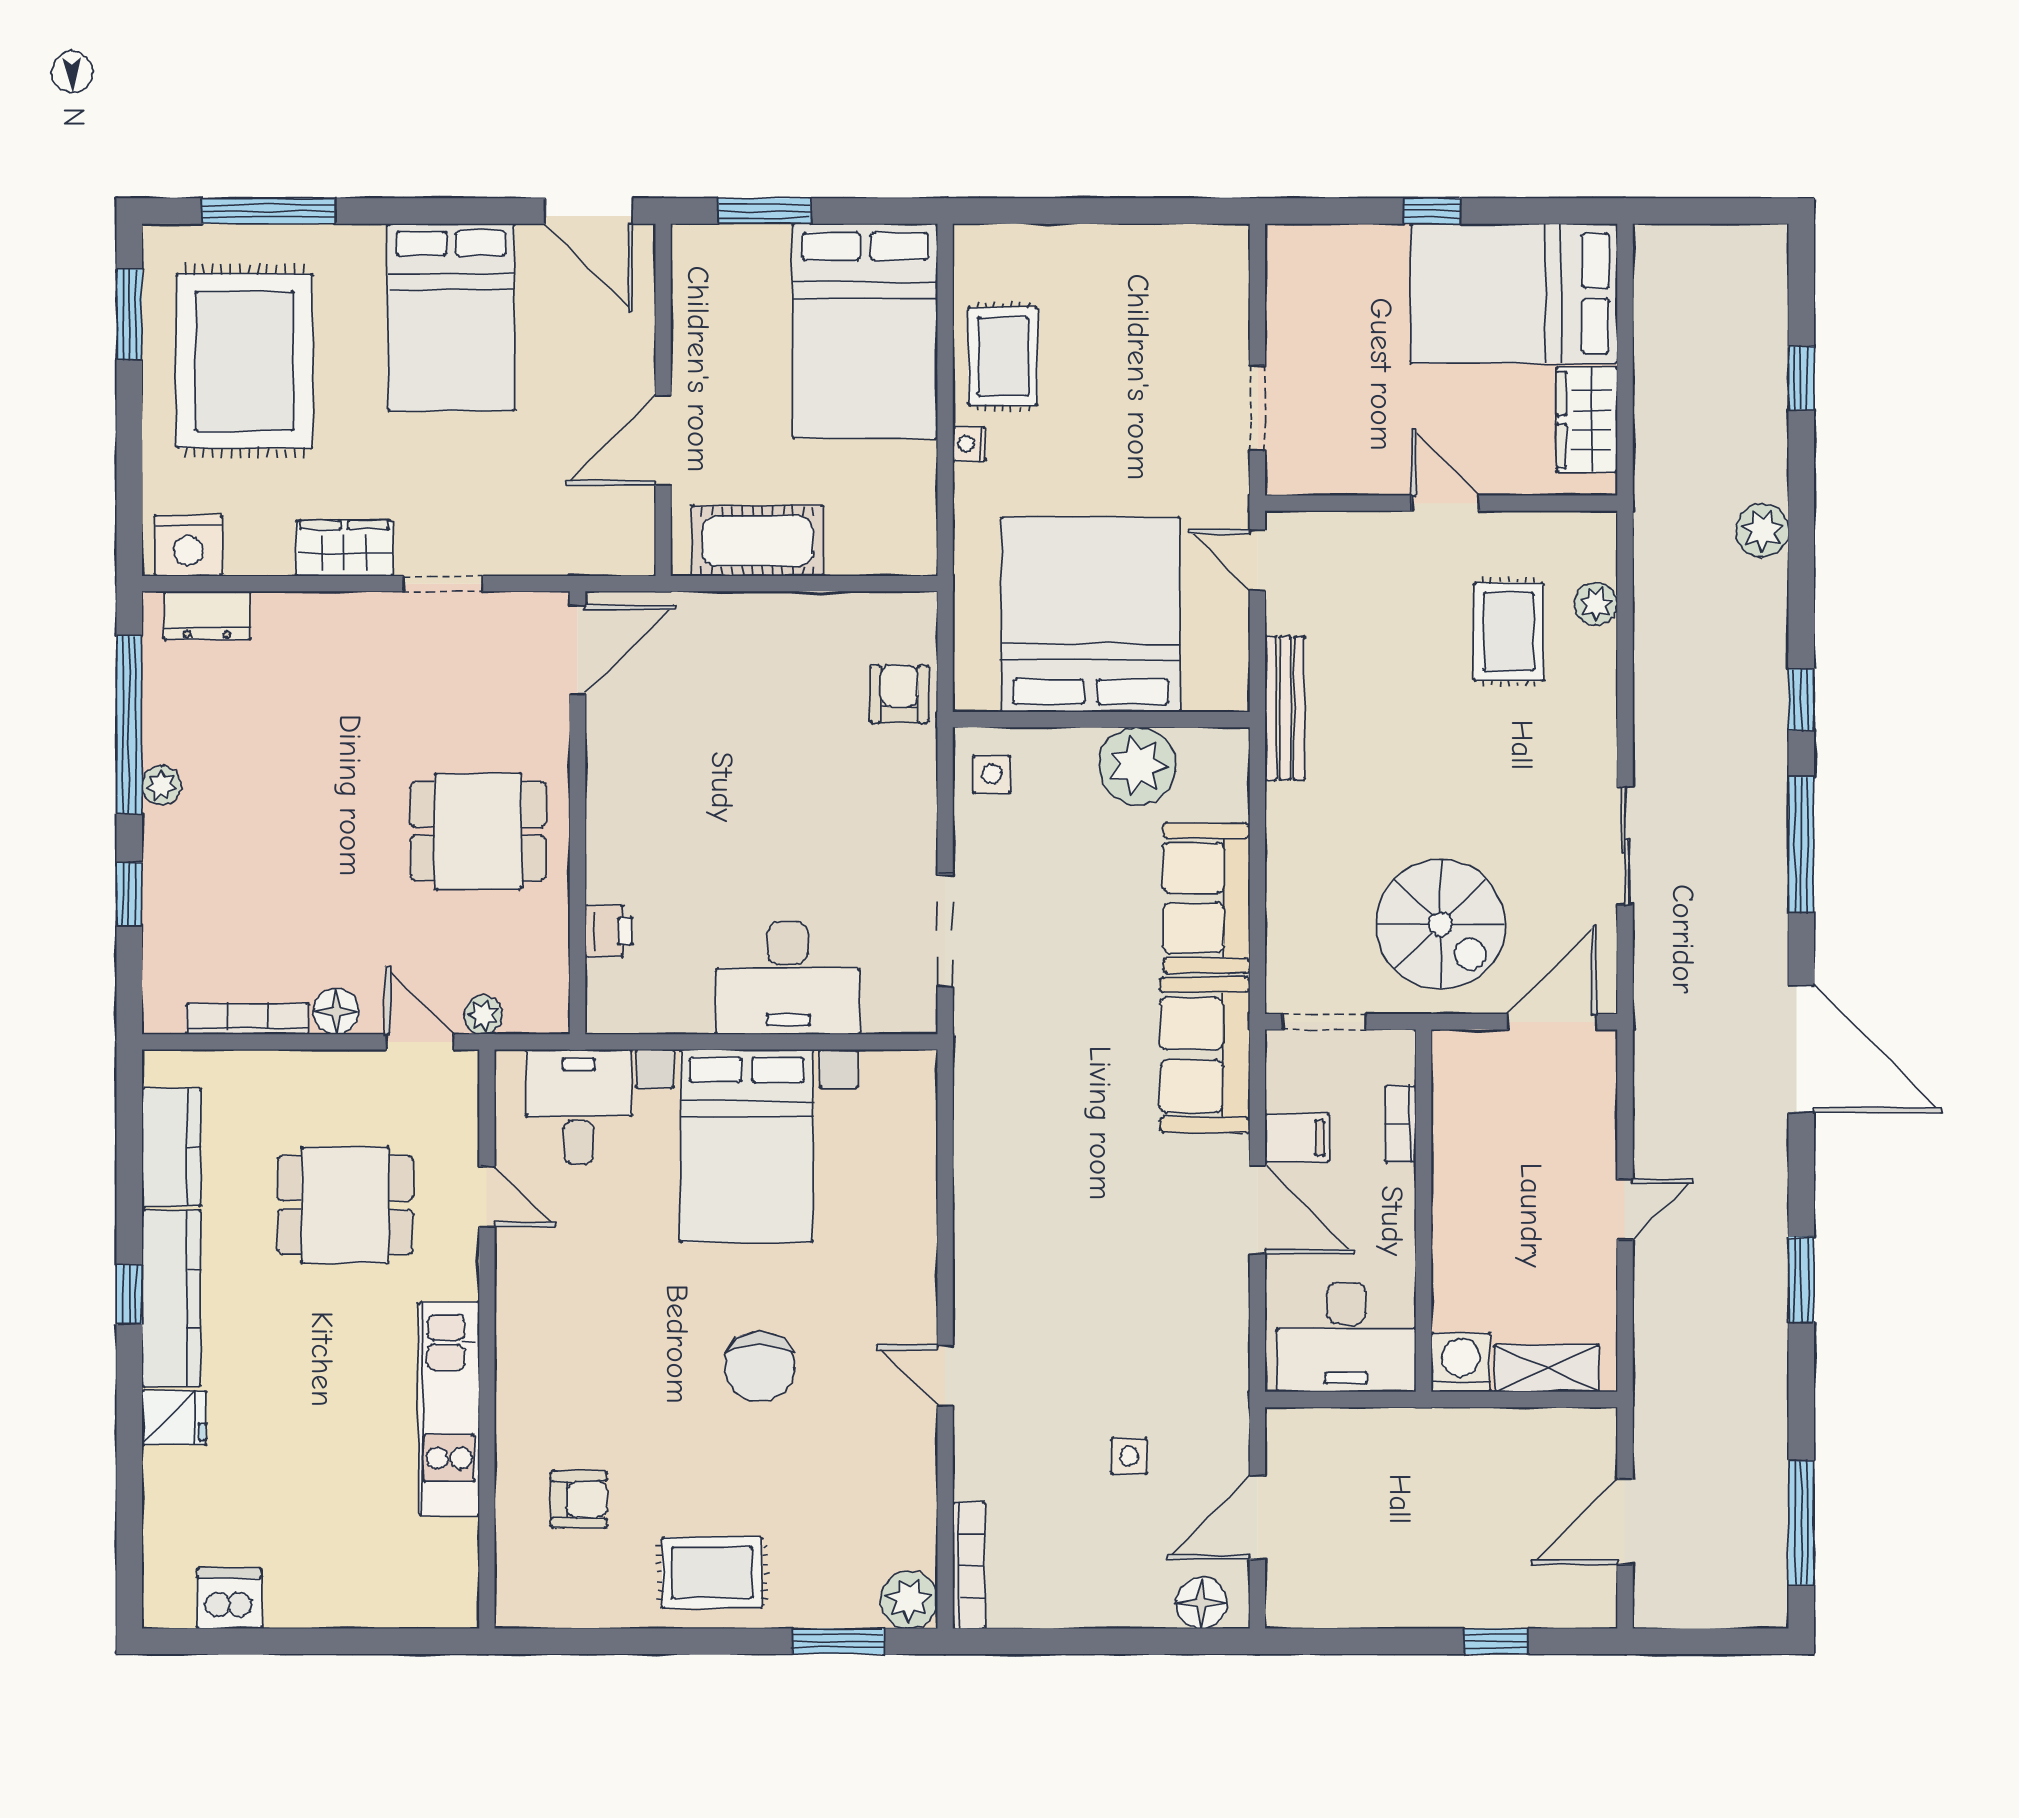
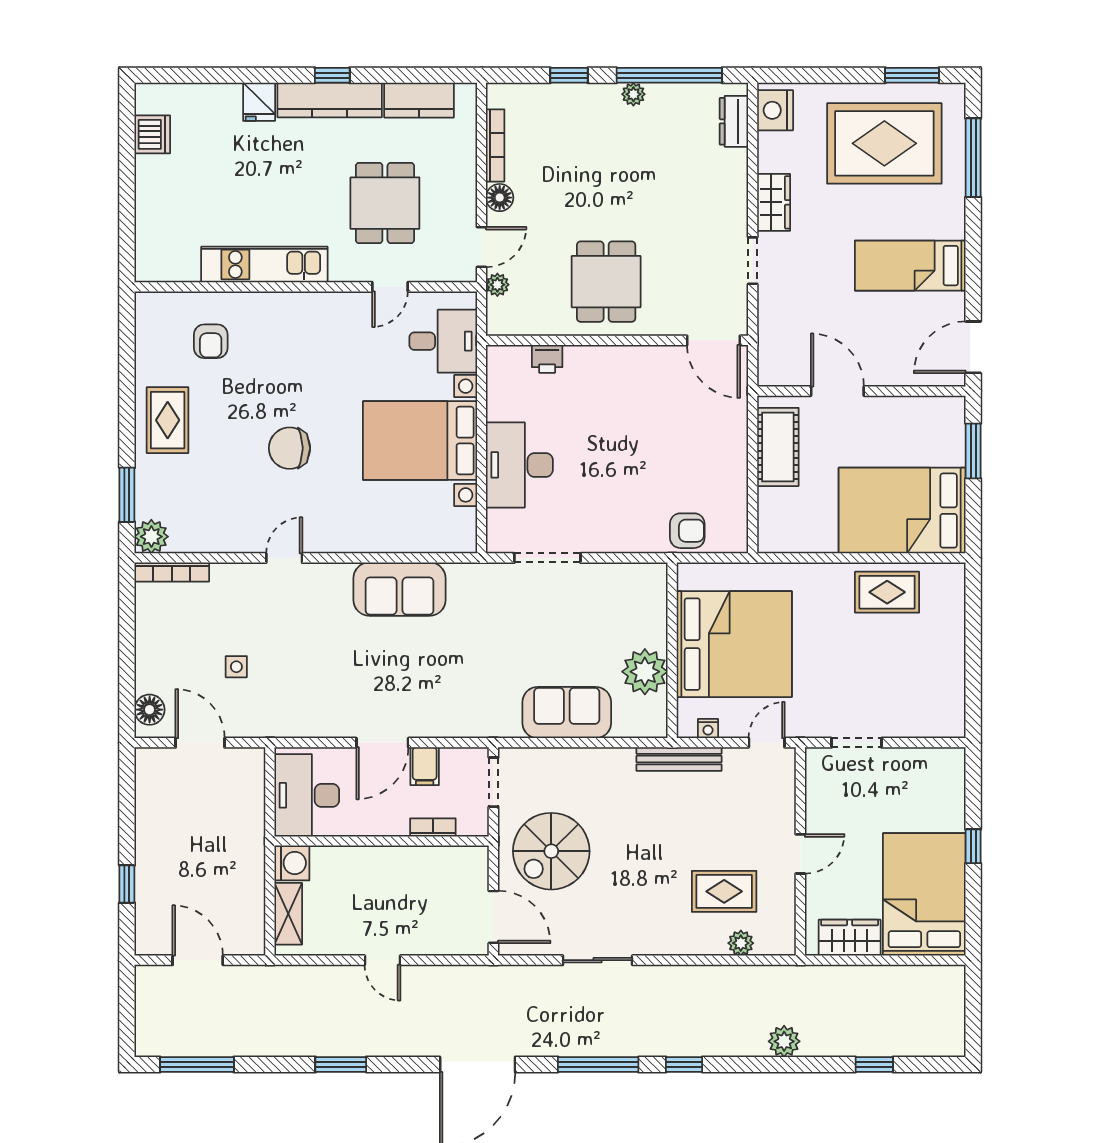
bed: (451, 317) -> (910, 266), width x0.67
nightstand: (969, 444) -> (708, 729), moved, turned 180
side table: (992, 774) -> (640, 586), removed
sofa: (1205, 1055) -> (400, 589), moved, turned 180

